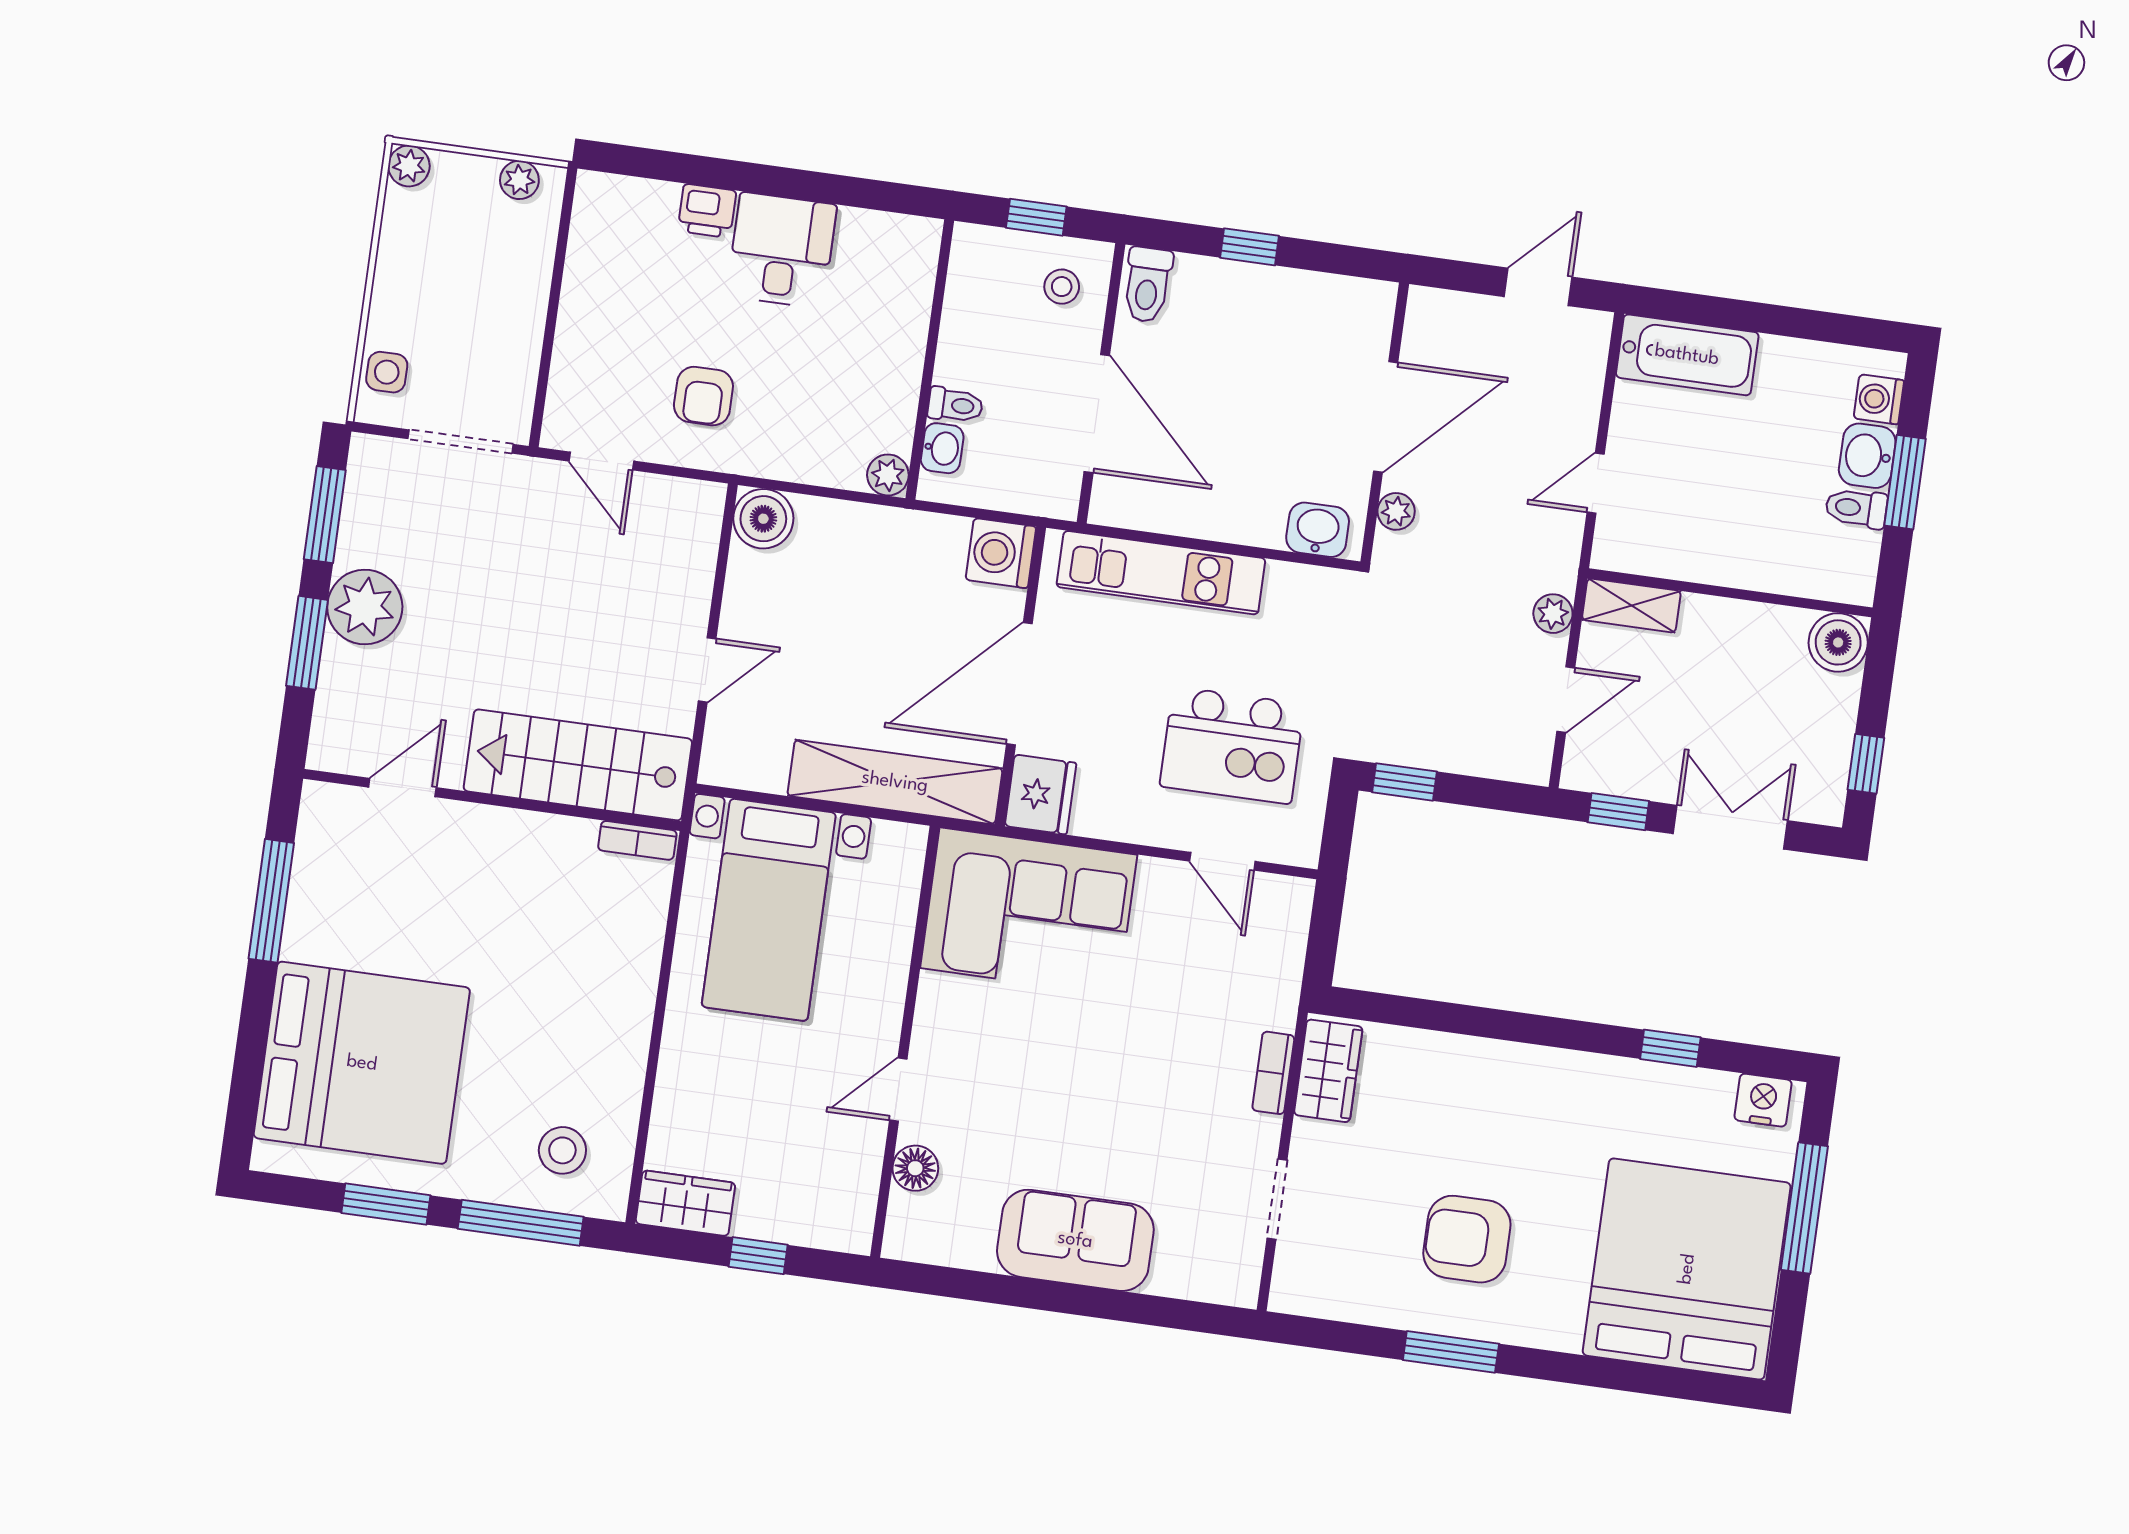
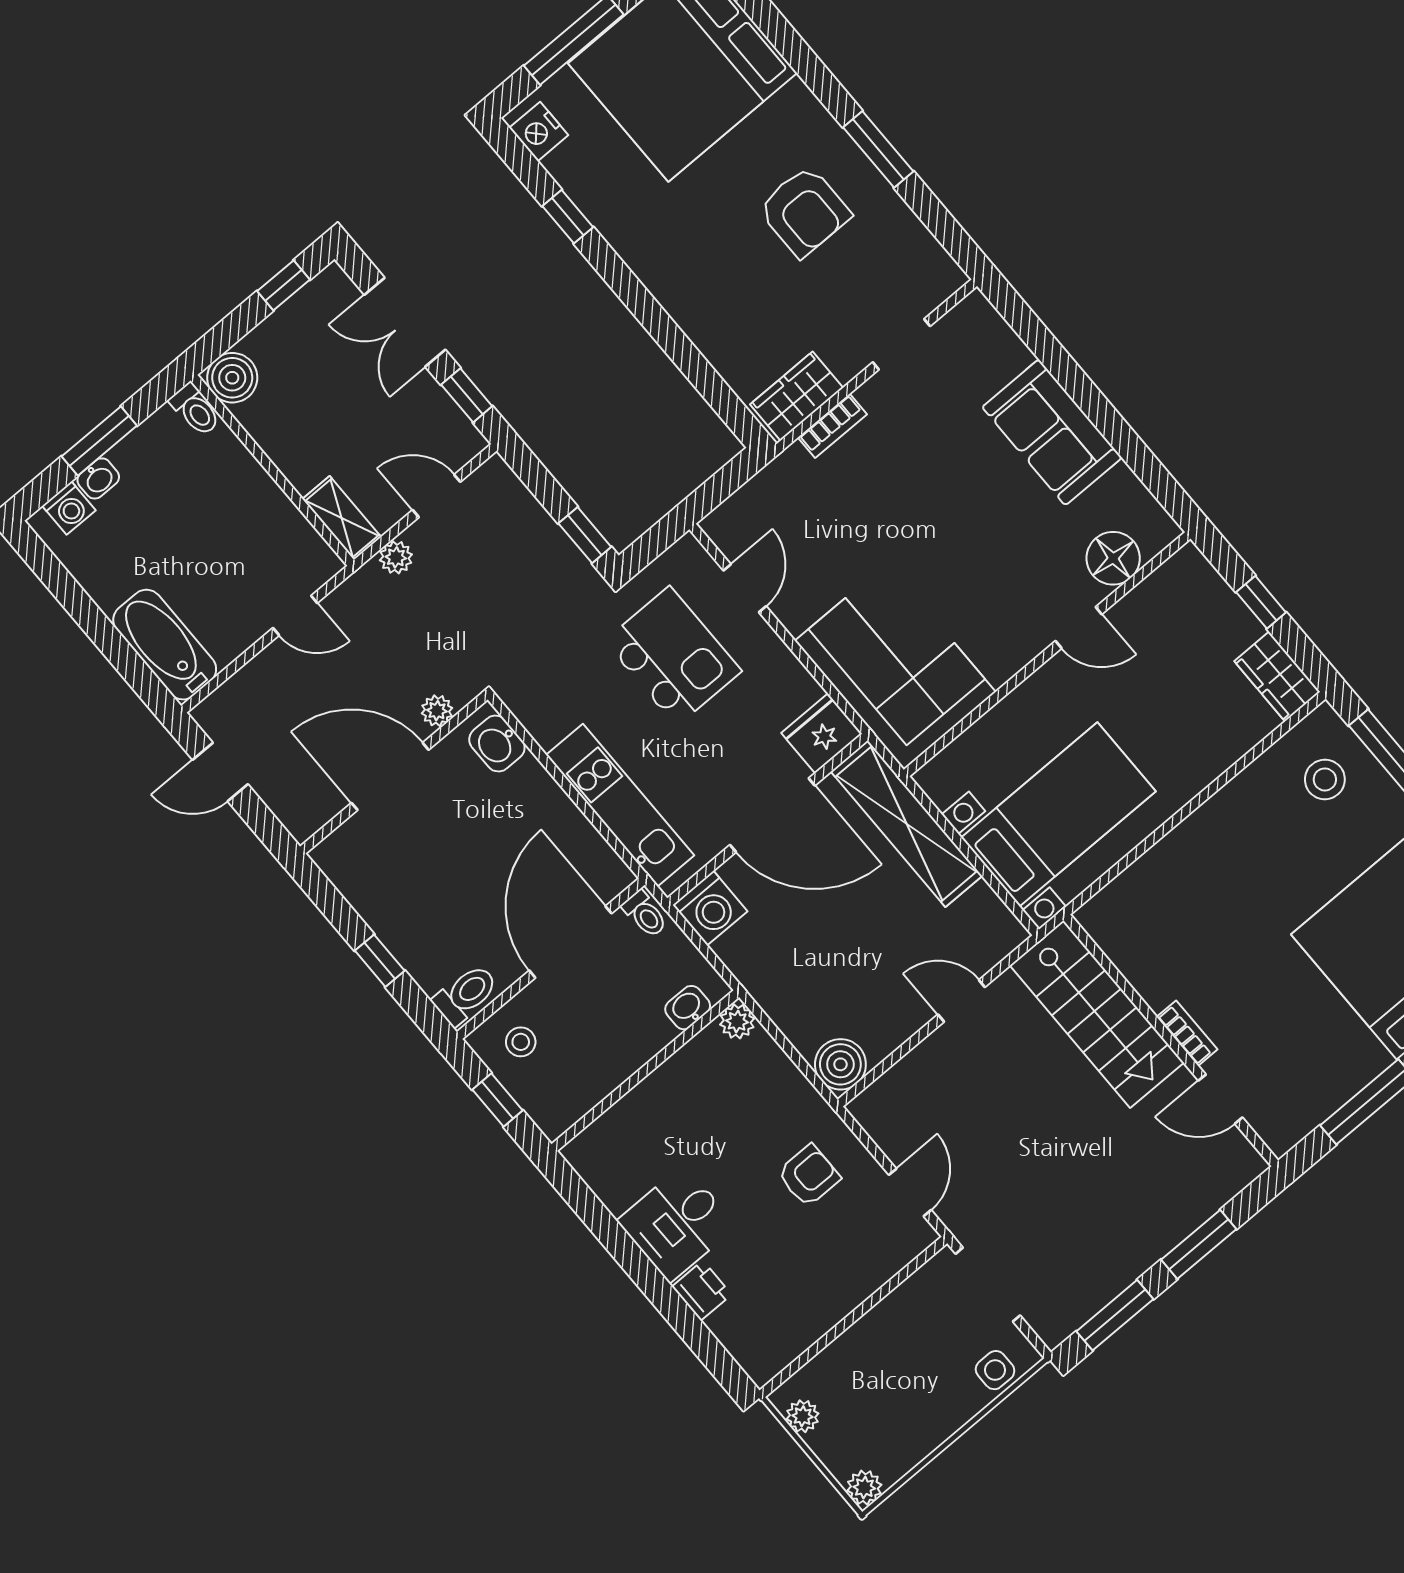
toilet: (955, 405) -> (645, 914), moved, turned 180
washbasin: (1867, 456) -> (98, 478), width x0.72, depth x0.69
toilet: (1856, 508) -> (195, 410), moved
plant: (365, 607) -> (1142, 1234), removed
bookcase: (637, 840) -> (1187, 1033), moved
floor lamp: (915, 1168) -> (1113, 558), width x1.38, depth x1.38

